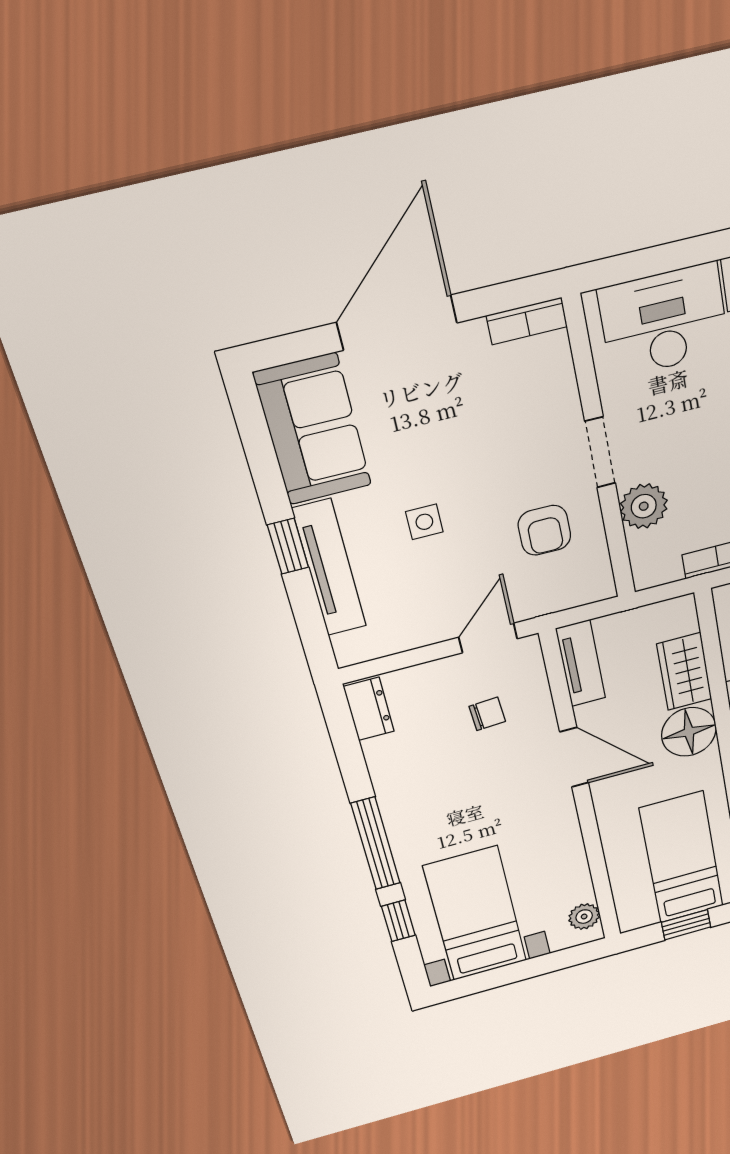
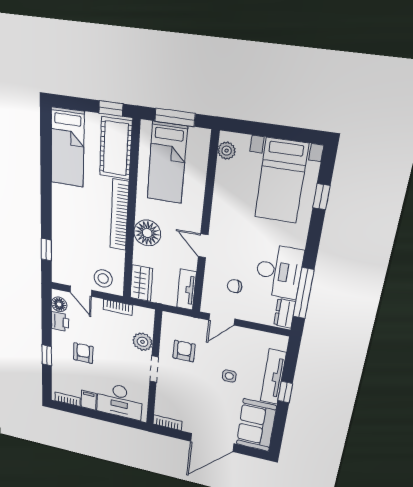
wardrobe: (684, 672) -> (141, 283), moved
door: (574, 757) -> (203, 246), width x0.73
desk: (415, 777) -> (279, 272), added
window: (376, 844) -> (303, 293), moved
window: (686, 925) -> (175, 117), width x1.50

